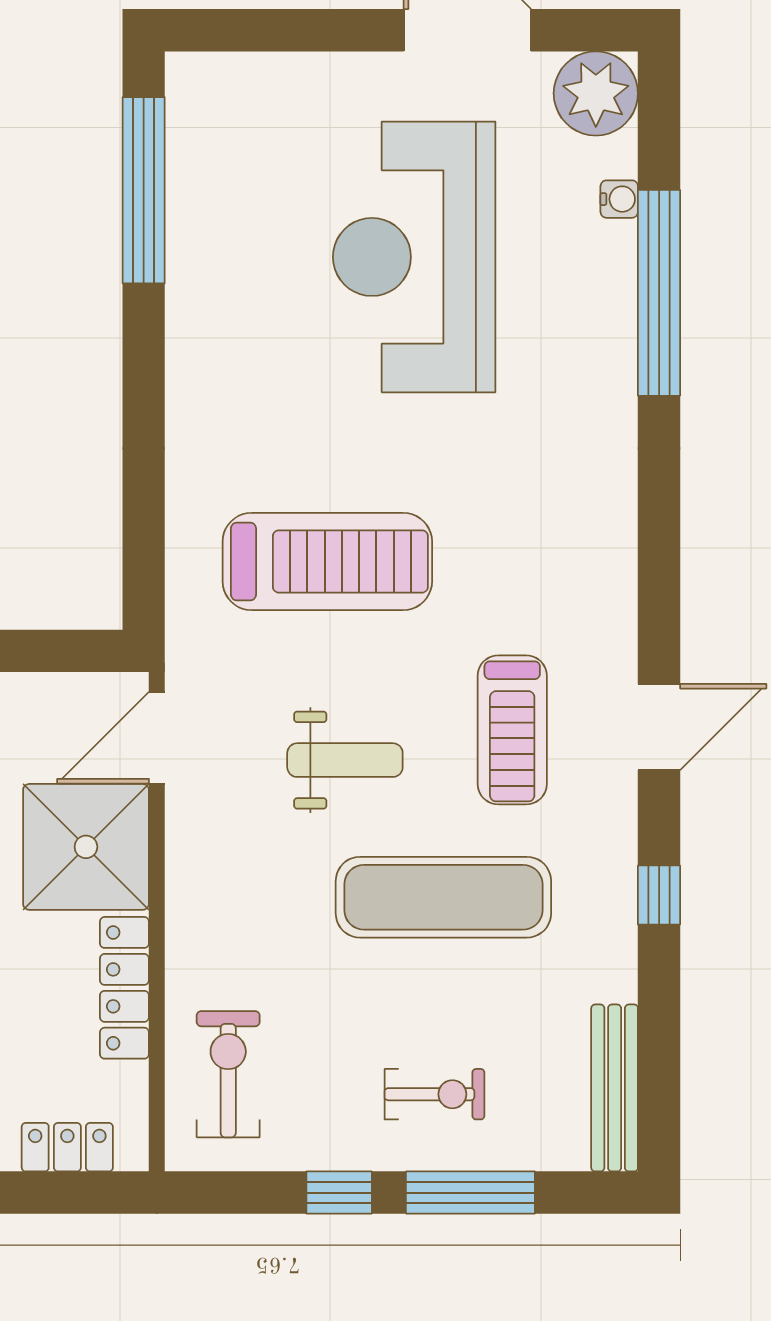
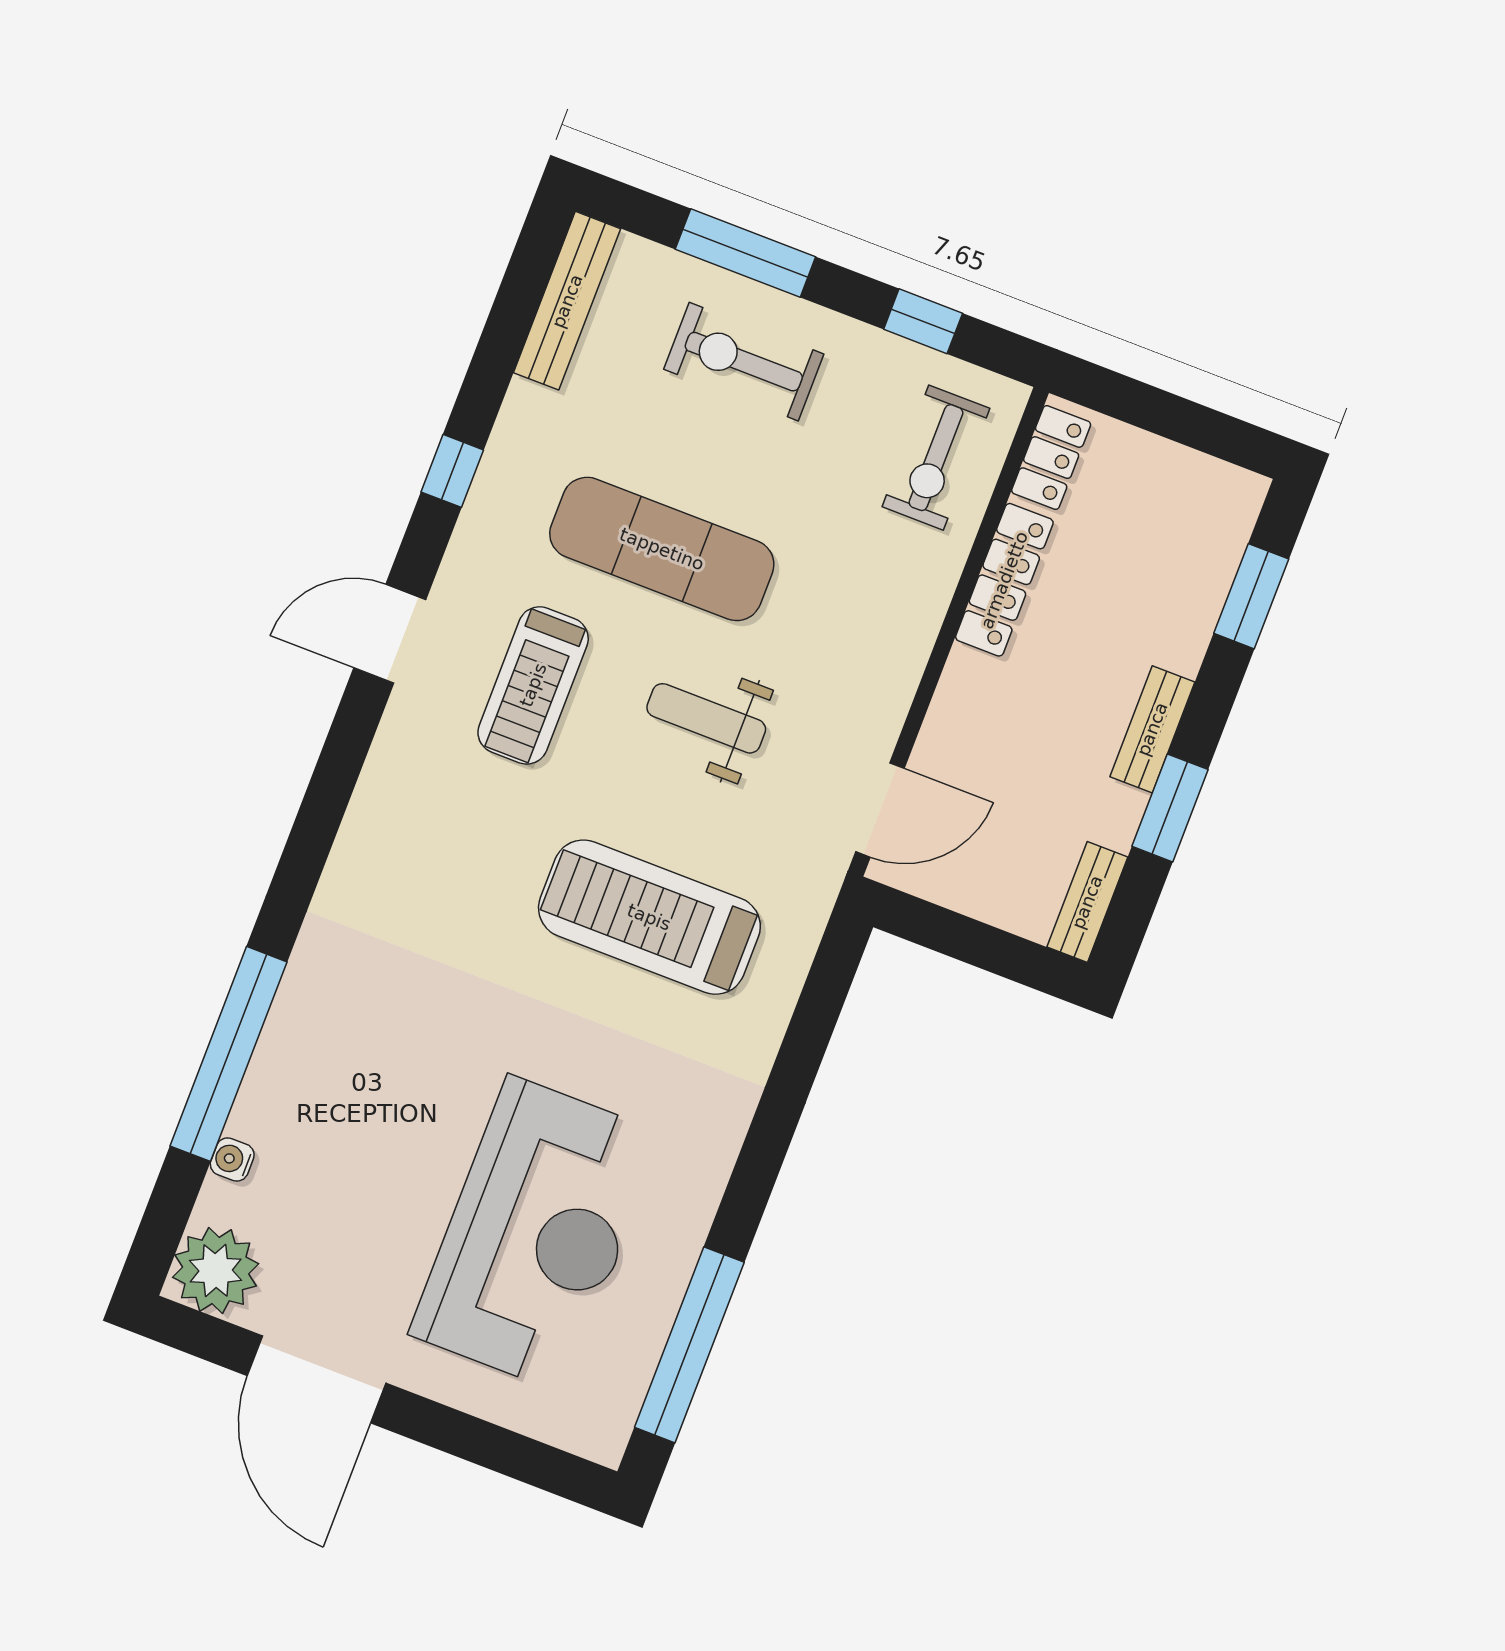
reception desk: (414, 257) -> (536, 1234), moved
treadmill: (512, 730) -> (533, 685), turned 180
shower: (86, 847) -> (989, 731), removed
exercise bike: (434, 1094) -> (744, 362), width x1.38, depth x1.39
locker: (67, 1147) -> (1051, 458), moved, turned -90
window: (339, 1193) -> (923, 321), moved

